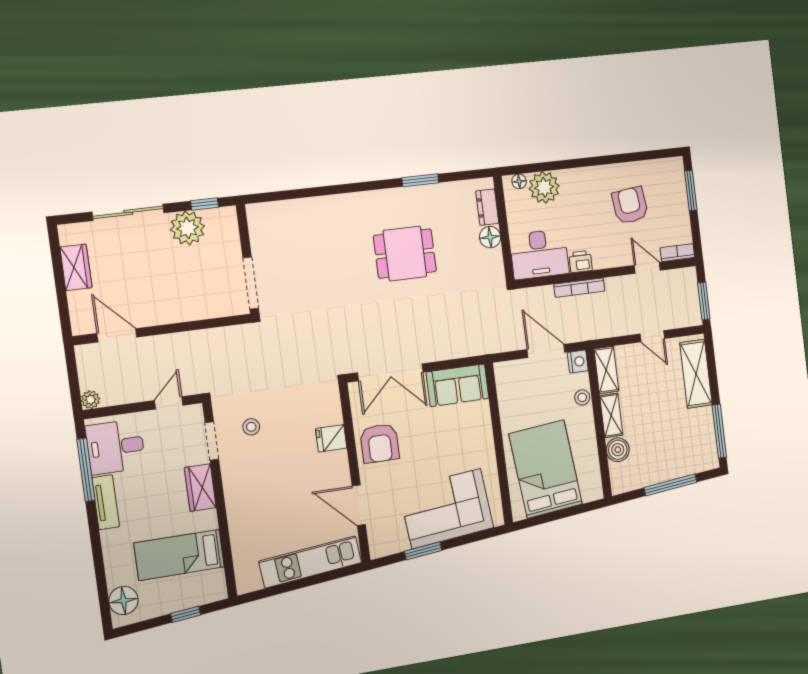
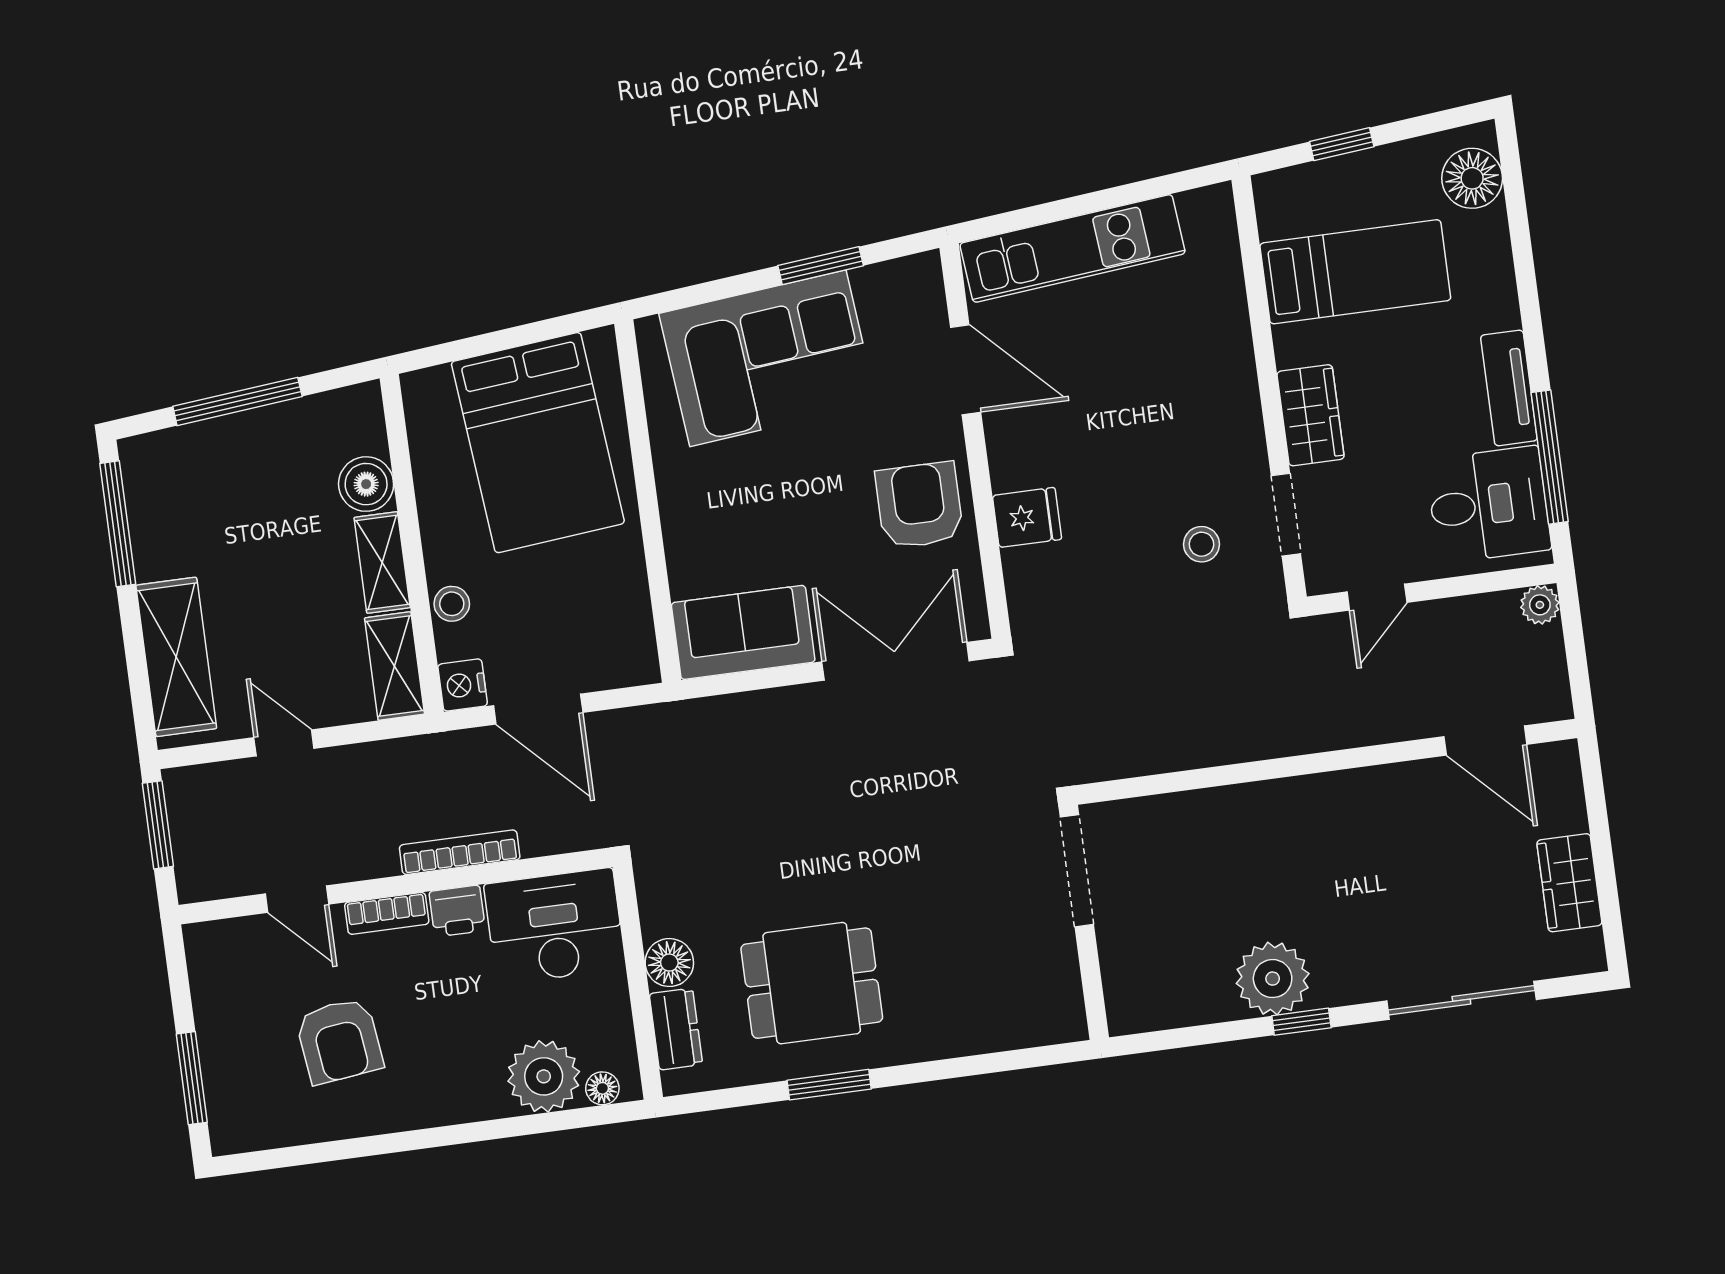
plant: (187, 228) -> (1273, 979), moved
bookcase: (677, 253) -> (387, 913), moved
dining table: (405, 254) -> (812, 983), moved
wall: (247, 259) -> (1084, 922), moved
doorway: (251, 283) -> (1077, 871), moved

